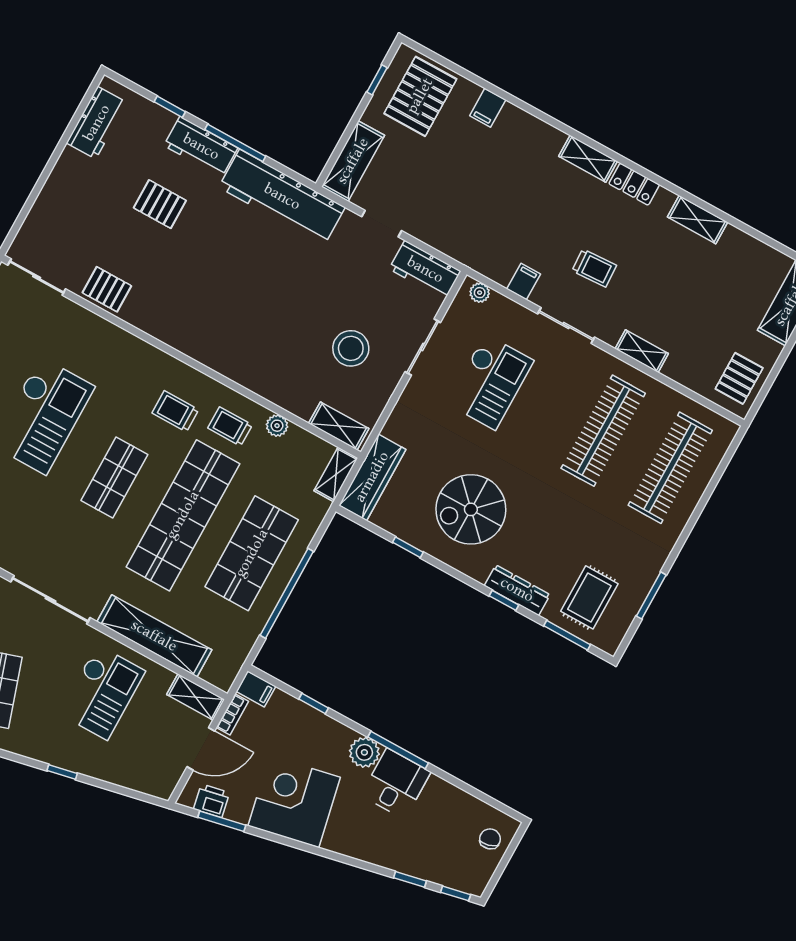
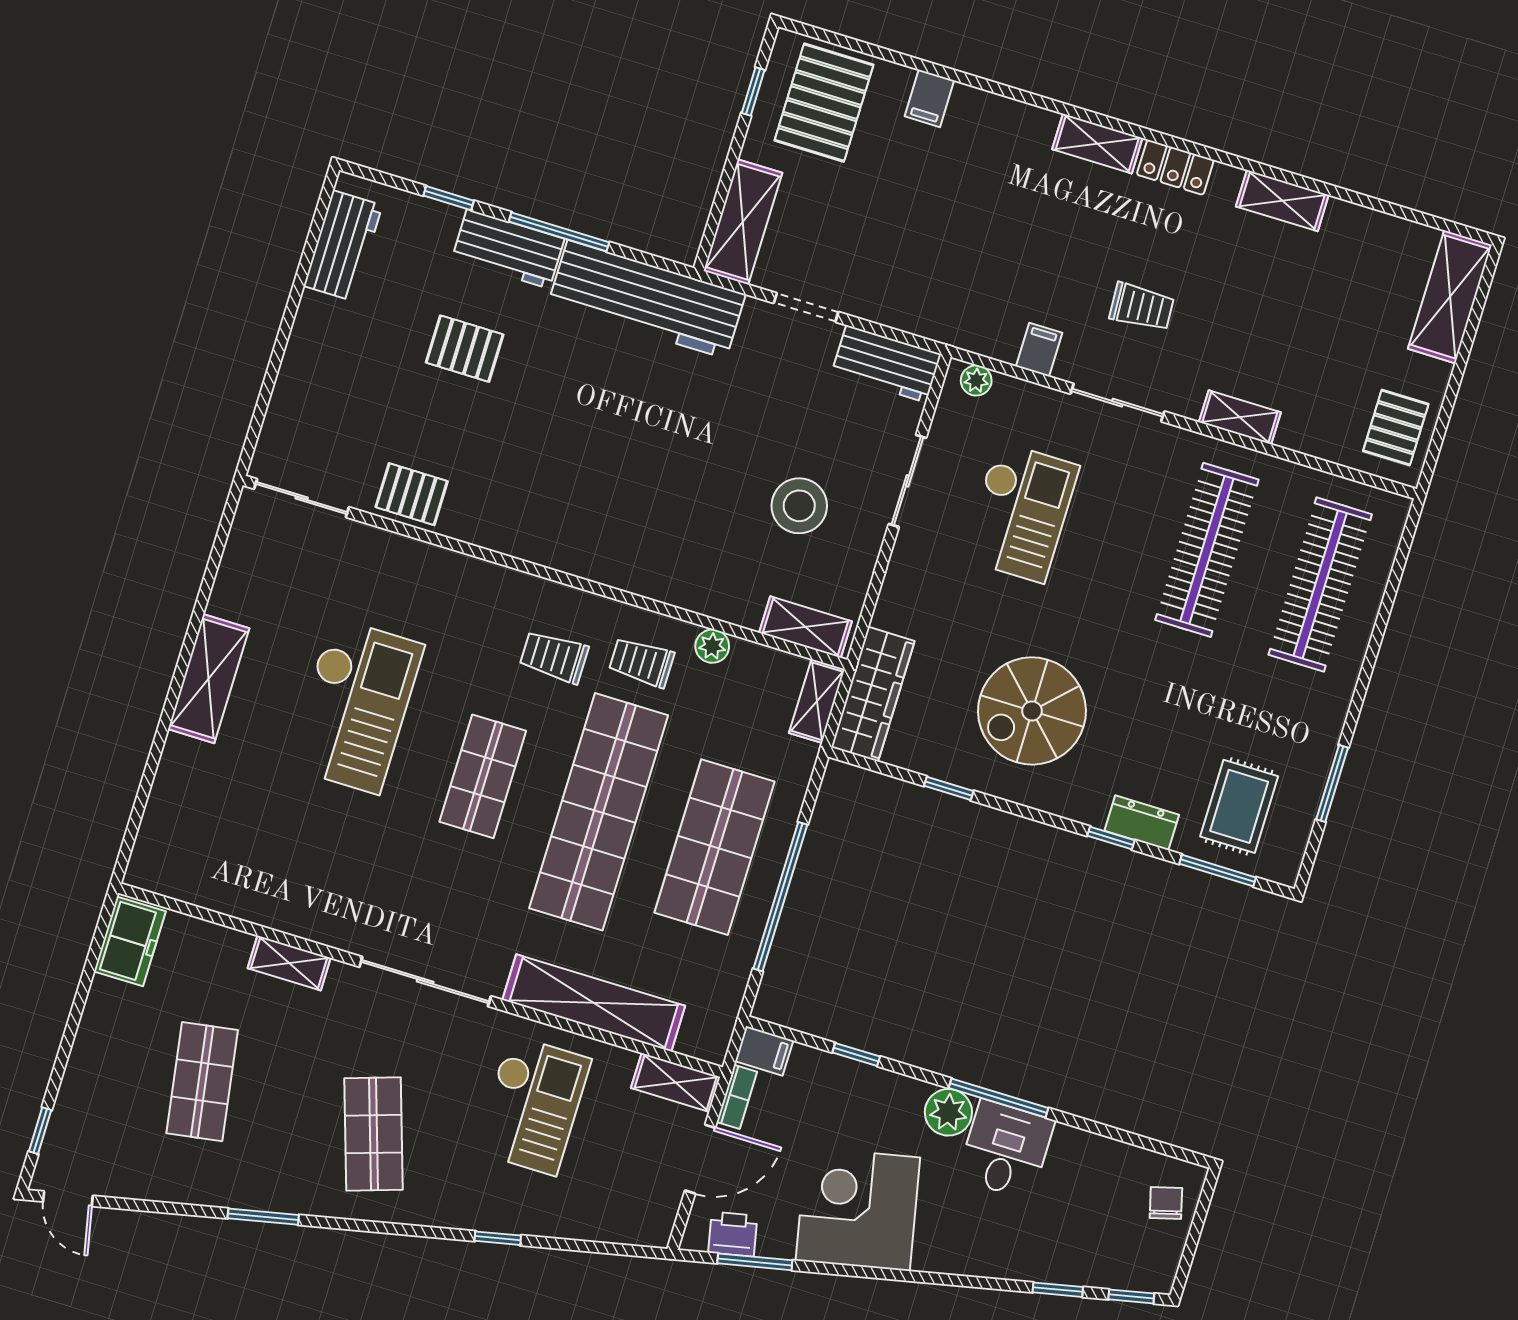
dresser: (517, 590) -> (1142, 823), width x0.70

